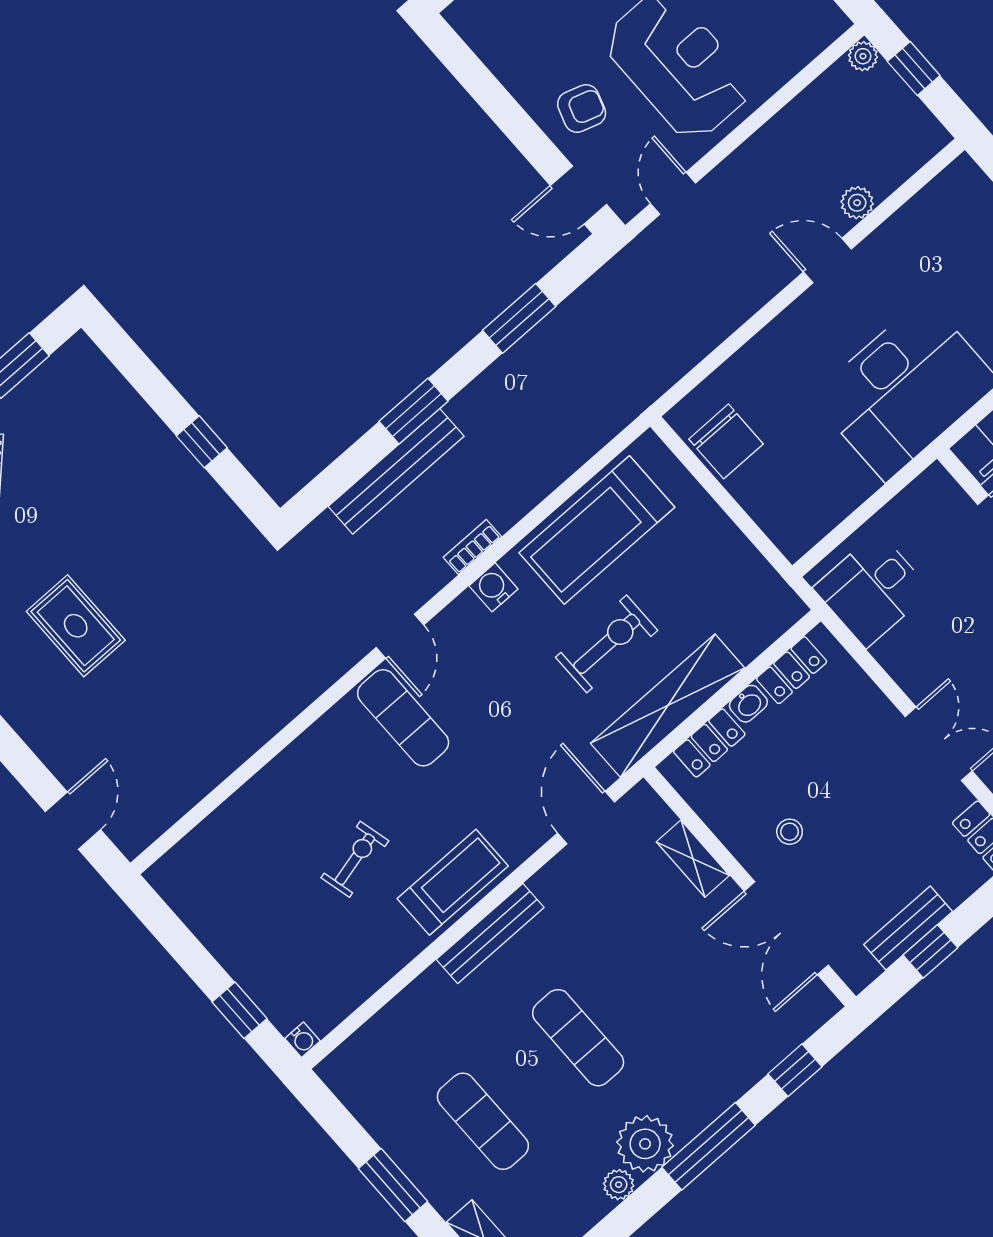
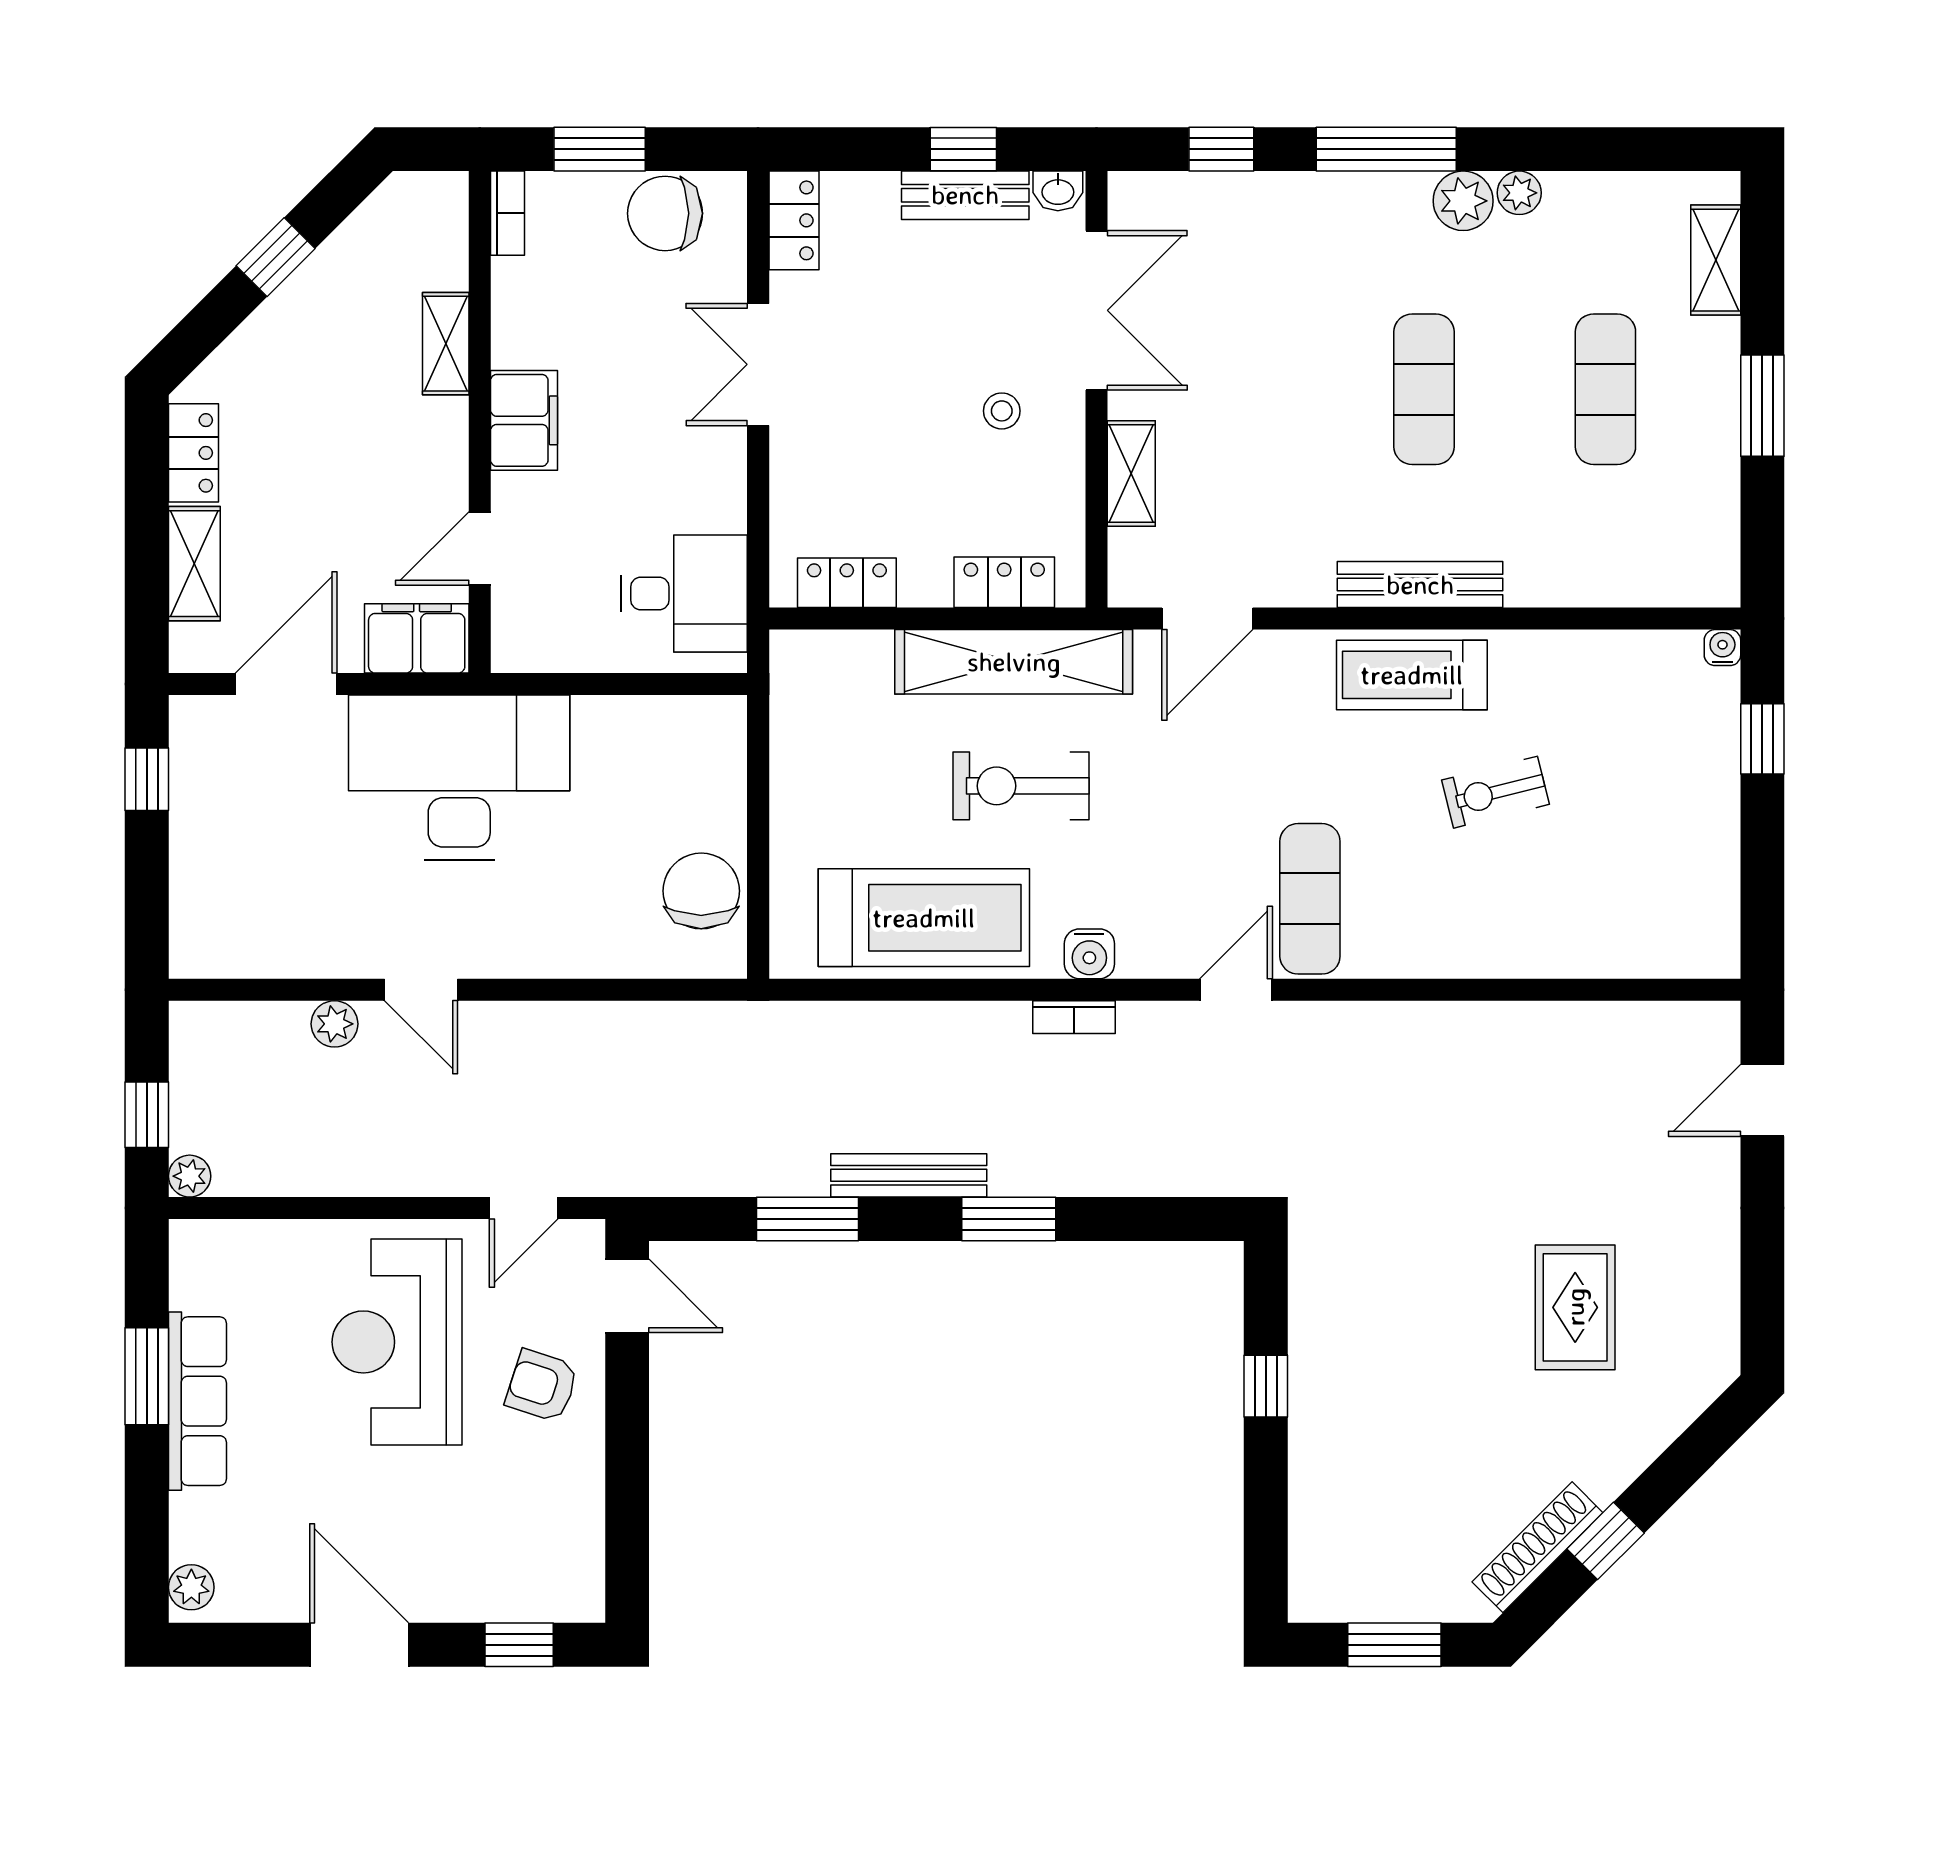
bench: (396, 471) -> (909, 1175), moved, width x0.73, depth x0.82
washbasin: (748, 704) -> (1058, 191), moved, turned 180
plant: (645, 1144) -> (1463, 201), width x0.73, depth x0.73

